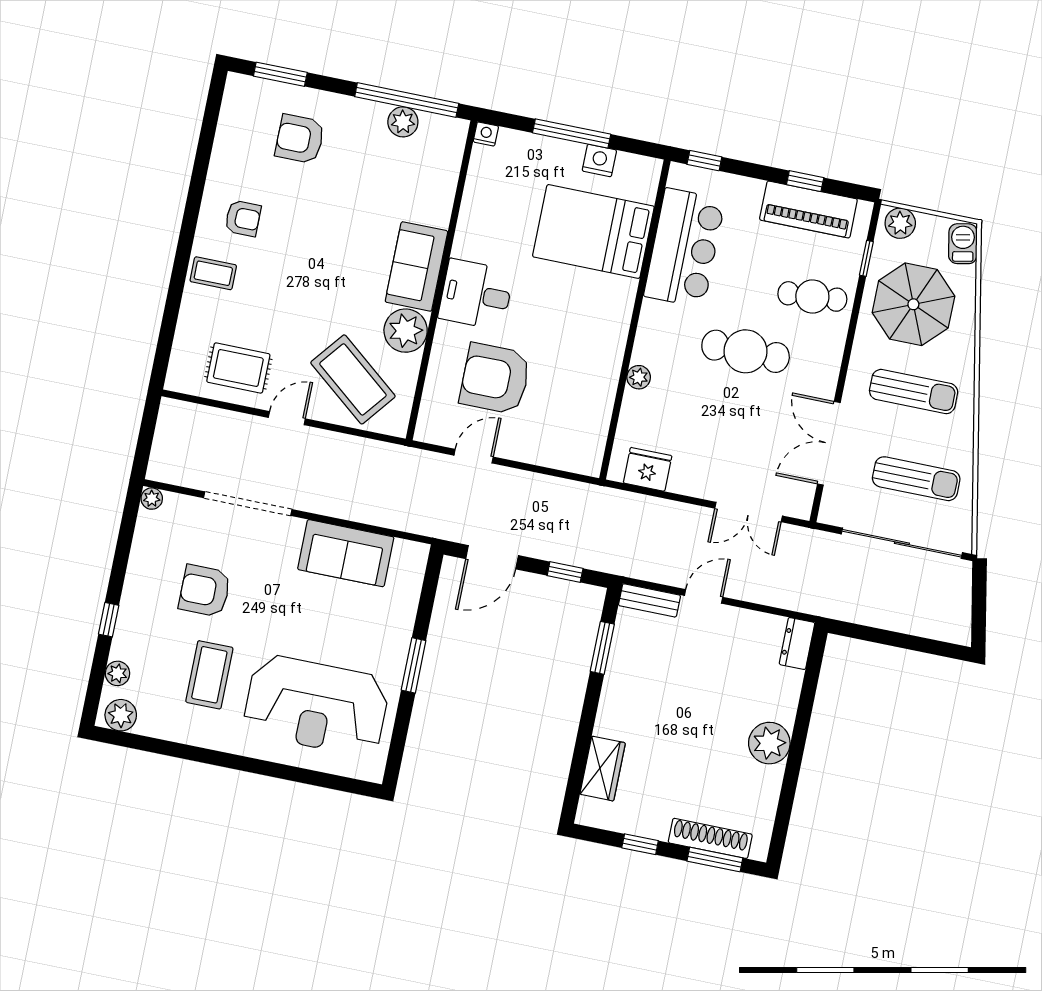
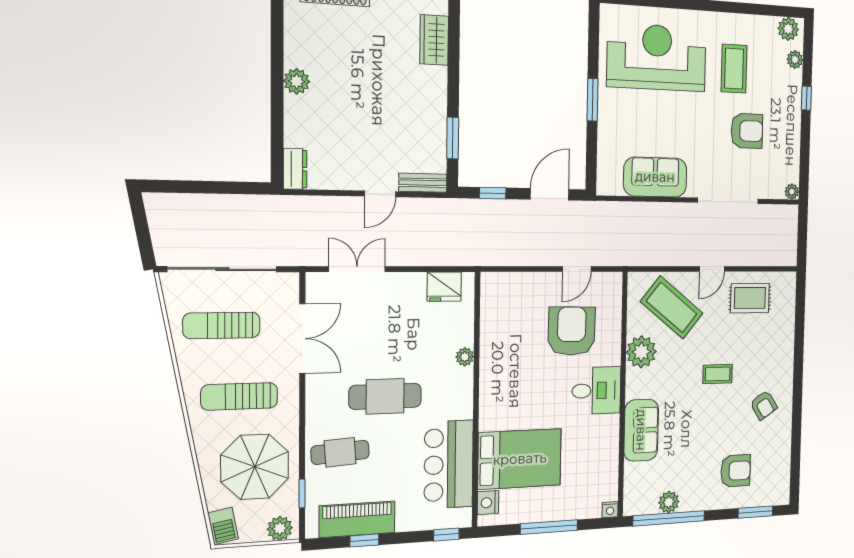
nightstand: (599, 161) -> (488, 503), moved, turned 90
armchair: (243, 218) -> (764, 405), turned -123
sofa: (416, 266) -> (641, 430), moved
coffee table: (213, 273) -> (718, 374), moved
armchair: (495, 379) -> (572, 331), turned -89
plant: (769, 743) -> (297, 81), width x0.73, depth x0.73

